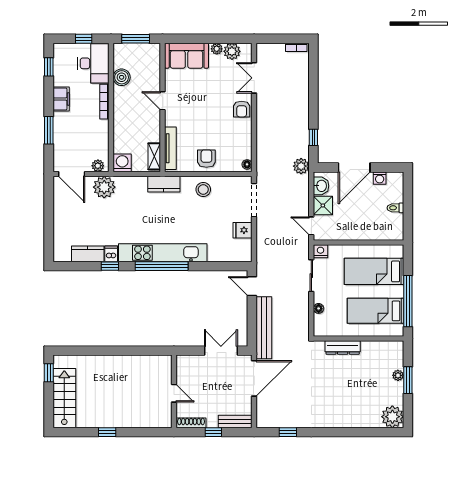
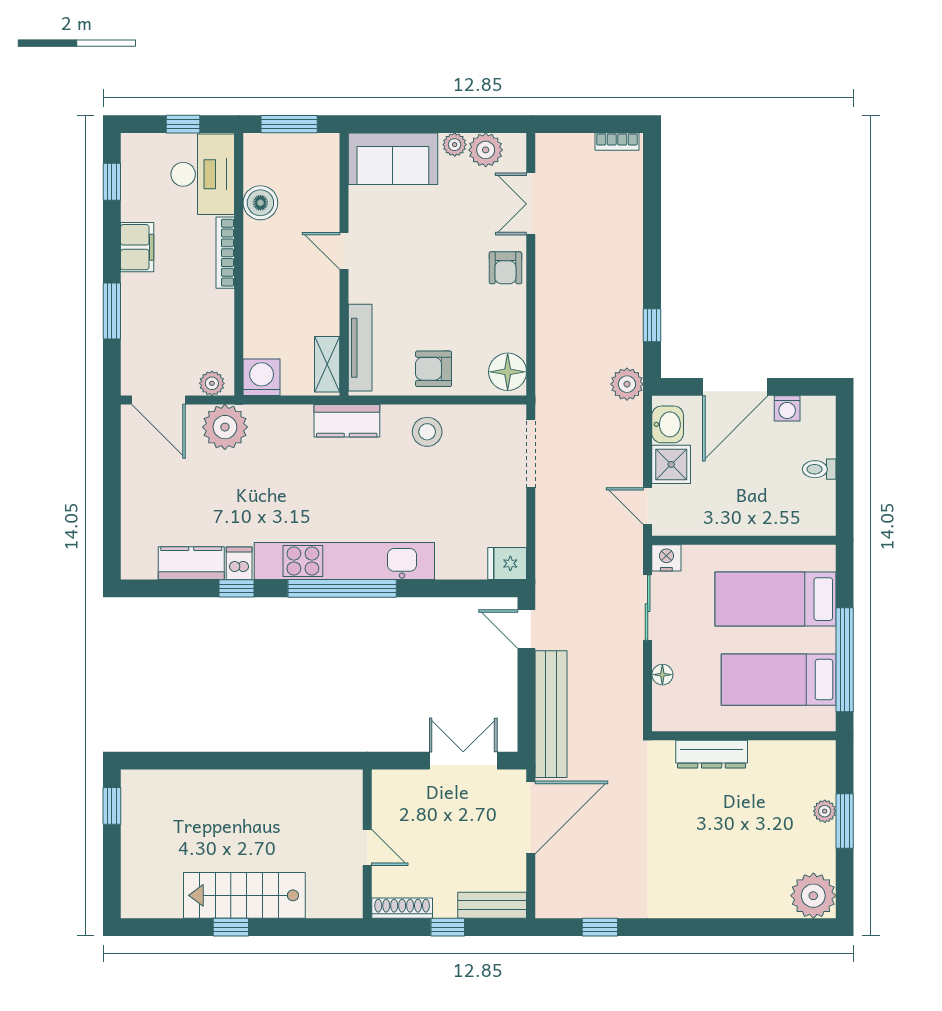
armchair: (206, 159) -> (434, 369), turned -90
floor lamp: (247, 164) -> (508, 372), width x1.89, depth x1.89
fridge: (242, 230) -> (507, 563), moved
stairs: (64, 398) -> (244, 895), moved, turned -90

